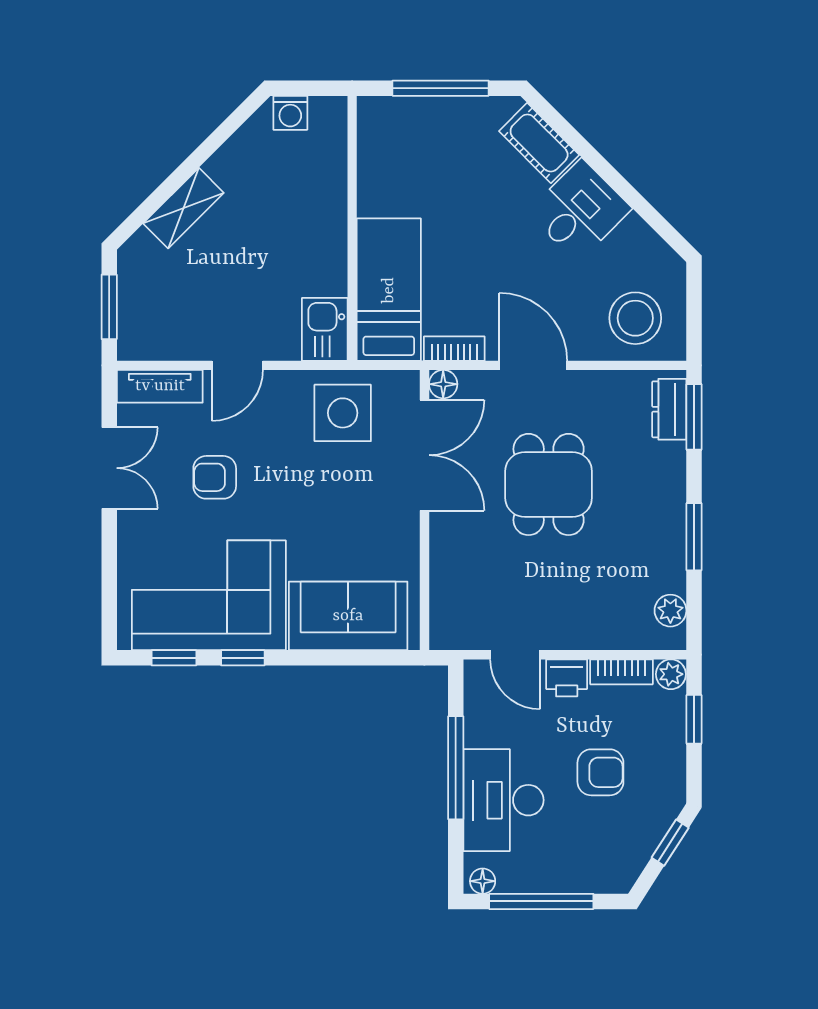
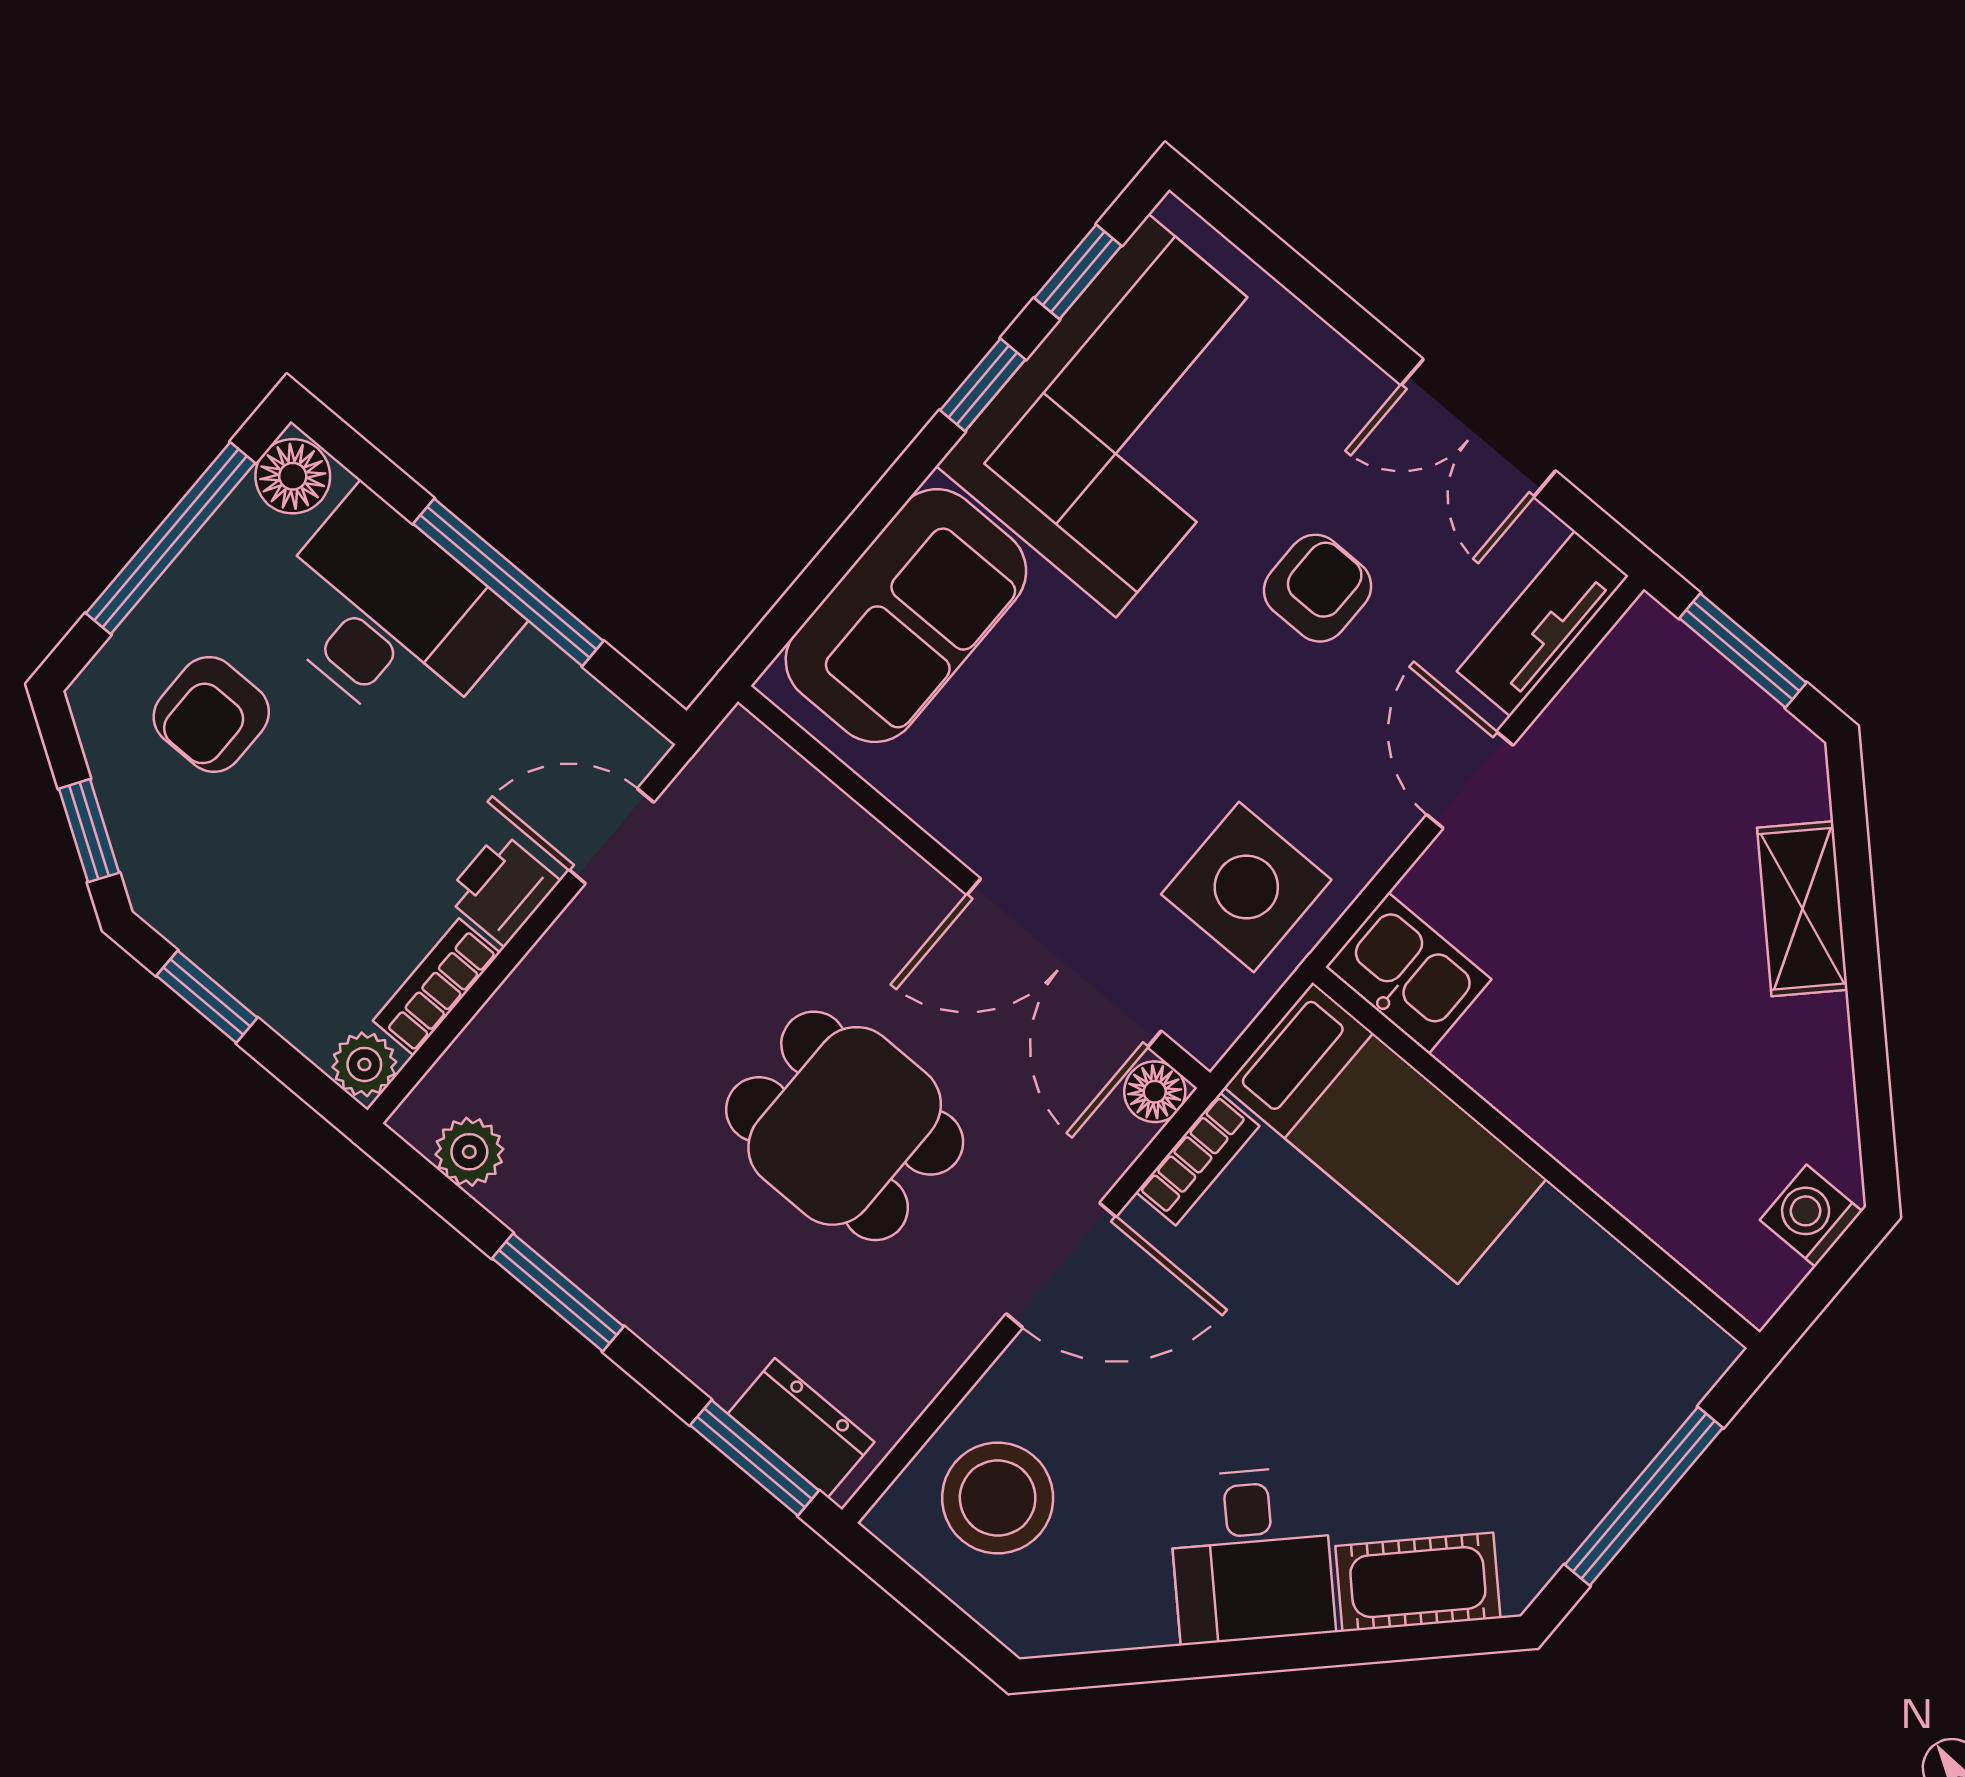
window: (694, 719) -> (207, 997), moved
armchair: (600, 772) -> (211, 714), moved
floor lamp: (483, 881) -> (293, 476), width x1.37, depth x1.37

